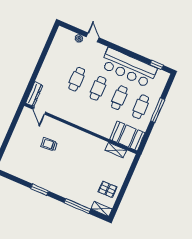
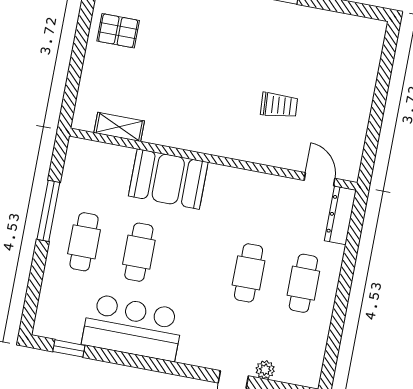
bar counter: (129, 68) -> (133, 327), width x0.73
cafe table: (98, 88) -> (303, 283), moved
window: (158, 110) -> (48, 211), moved
booth: (127, 136) -> (168, 179), moved

